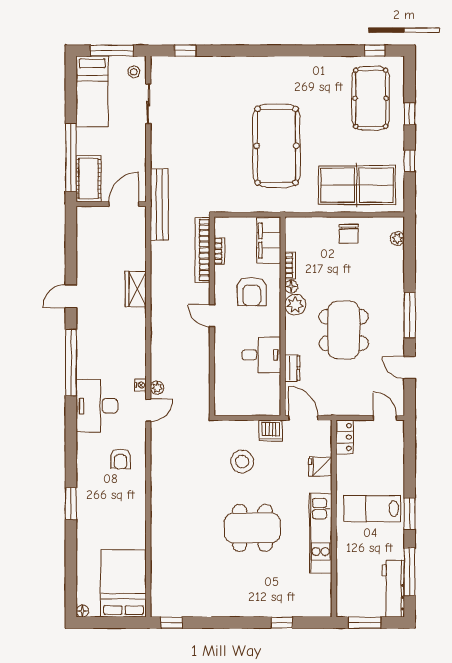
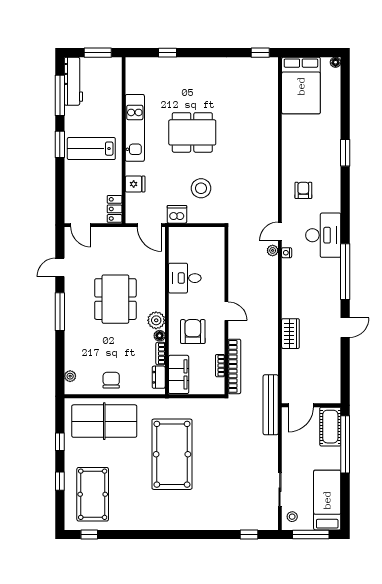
dresser: (292, 368) -> (159, 377), moved
door: (410, 368) -> (60, 267), swing flipped
lab bench: (372, 509) -> (91, 149), turned 180

